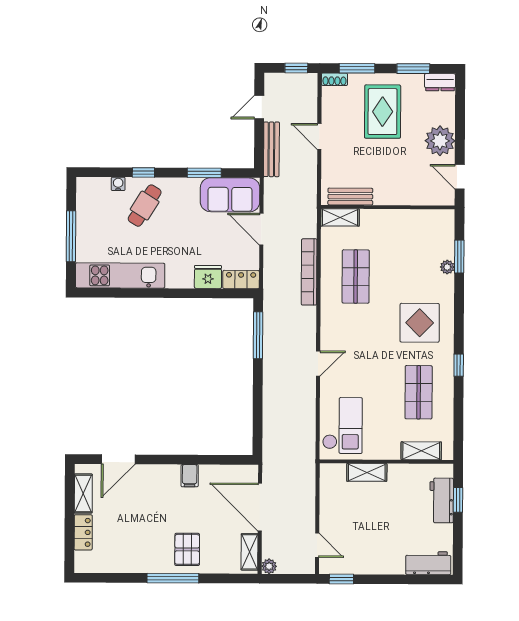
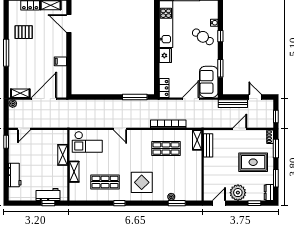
window: (460, 110) -> (254, 203), added
fridge: (208, 277) -> (165, 55), moved
shelving: (421, 451) -> (74, 172), moved
pallet: (187, 549) -> (24, 32), moved
workbench: (428, 563) -> (15, 175), moved

